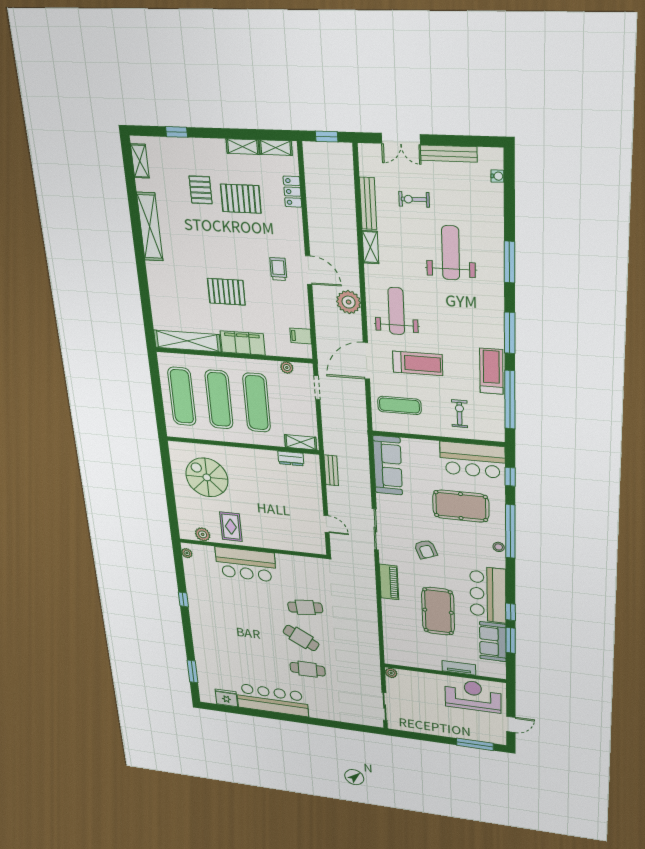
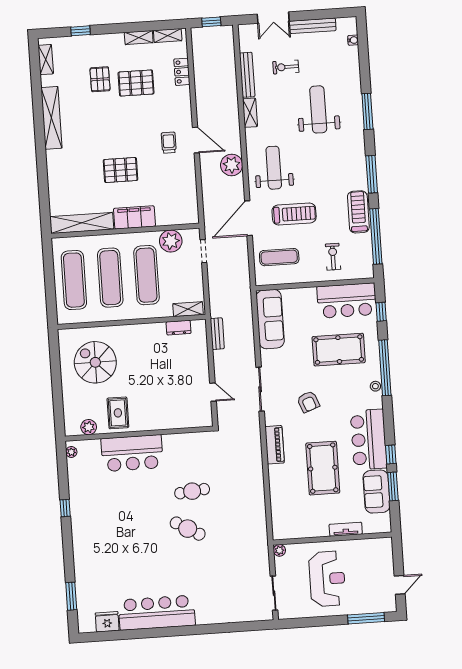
filing cabinet: (301, 336) -> (189, 203), removed
plant: (287, 368) -> (171, 241), width x1.87, depth x1.87
cafe table: (308, 669) -> (194, 565), removed
reception desk: (473, 696) -> (327, 579), moved, turned 90

